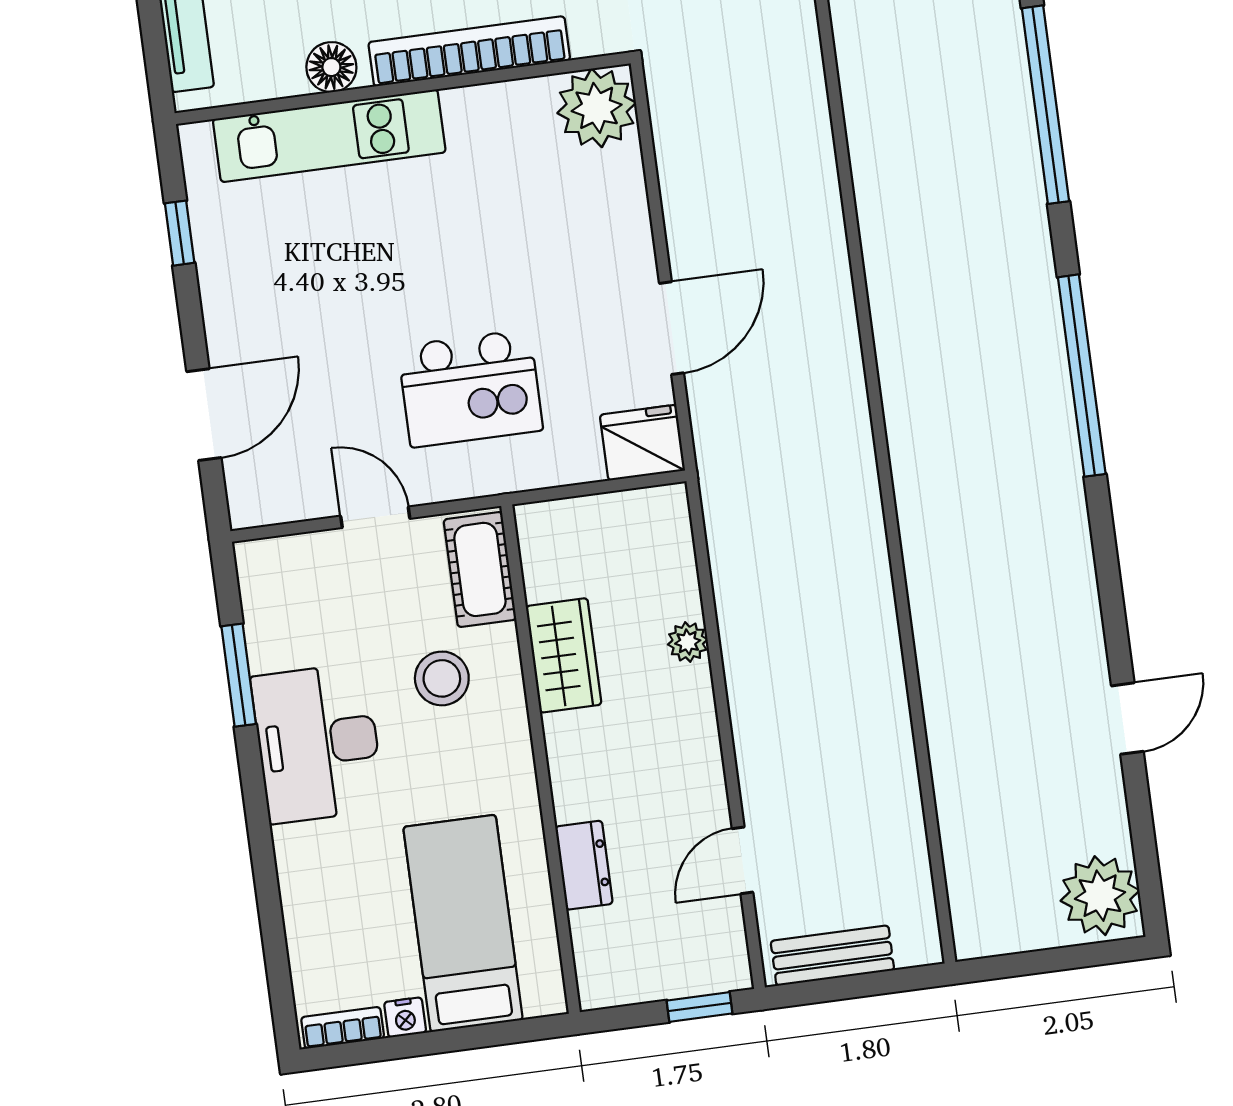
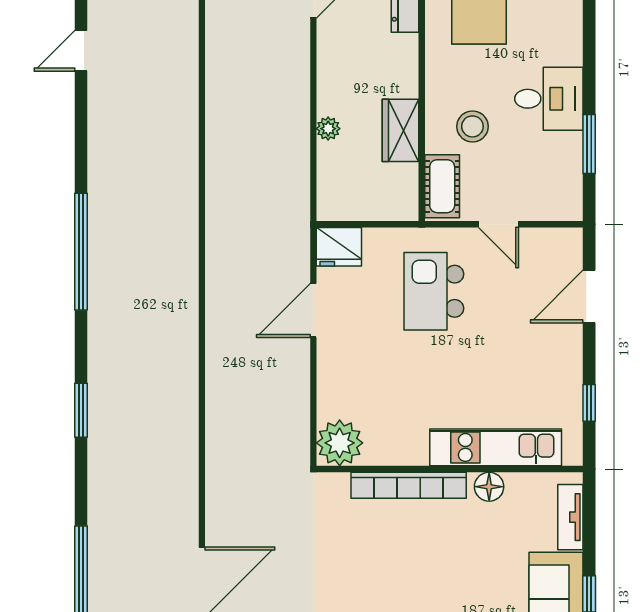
window: (1046, 105) -> (81, 410), width x0.47
kitchen island: (470, 388) -> (434, 291), turned -90
desk: (318, 743) -> (549, 99), width x0.73

